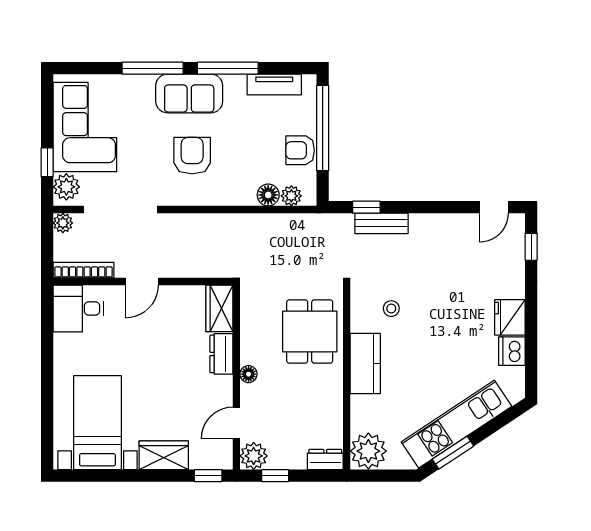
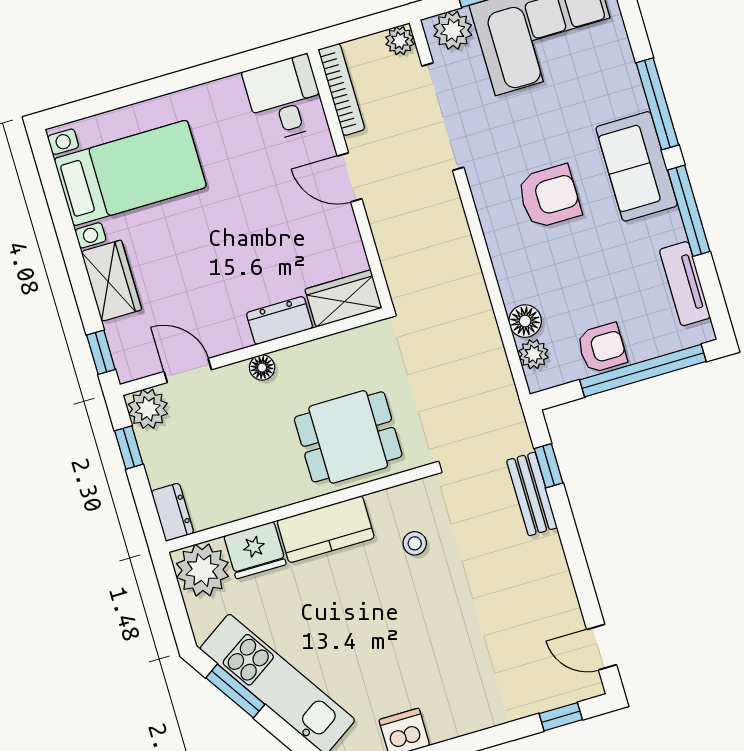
armchair: (300, 150) -> (602, 348), turned 90
fridge: (510, 317) -> (255, 550), moved, turned 180

